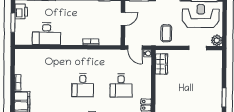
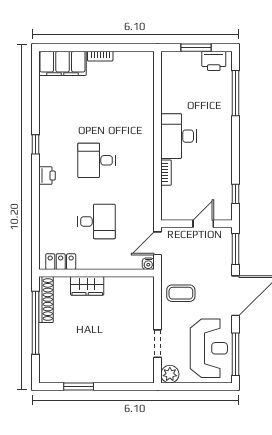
door: (123, 19) -> (203, 224), swing flipped
desk: (47, 34) -> (179, 136), moved
wardrobe: (161, 64) -> (87, 286), moved
desk: (121, 86) -> (96, 221), turned 180

